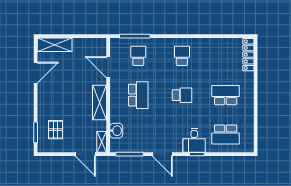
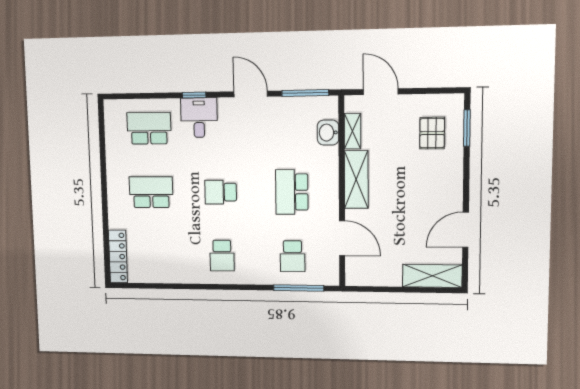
school desk: (226, 95) -> (151, 192), turned 180
shelving: (102, 142) -> (352, 131), moved

